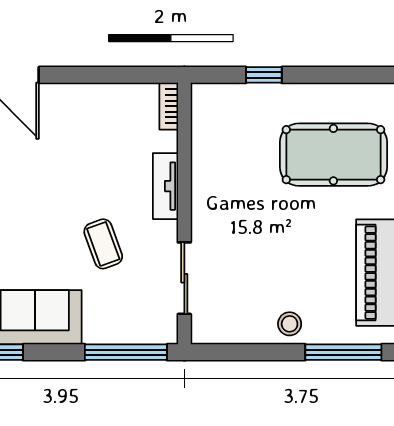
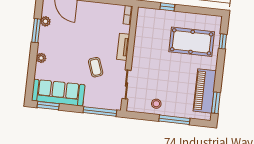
stool: (290, 324) -> (156, 104), moved
window: (343, 352) -> (174, 120), moved

